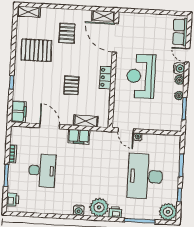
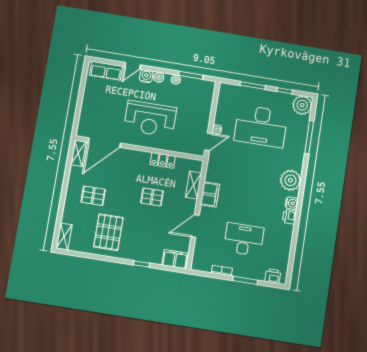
locker: (106, 77) -> (163, 160), moved
printer: (115, 212) -> (289, 217), moved

